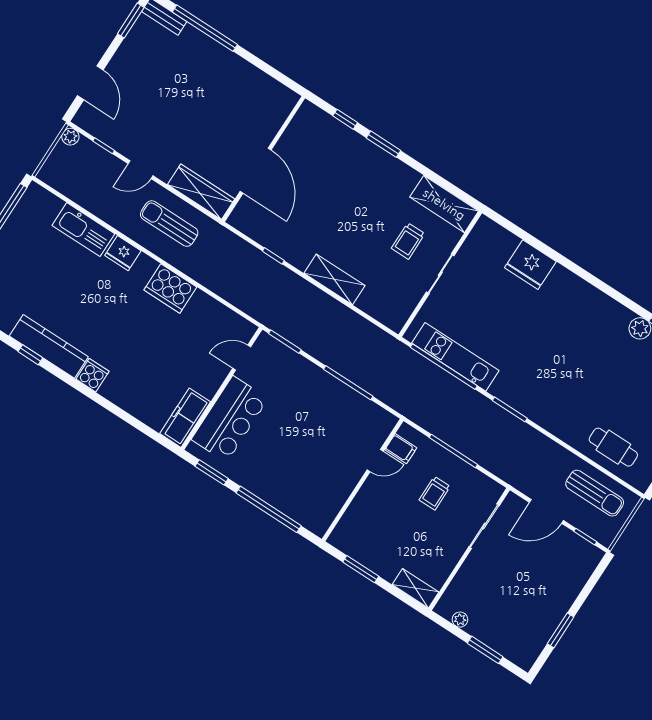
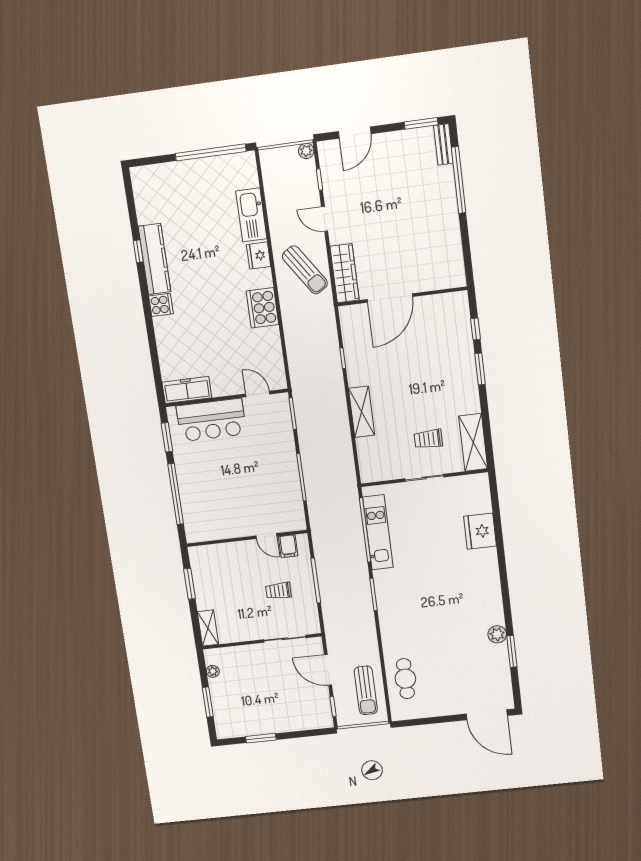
sun lounger: (169, 224) -> (305, 270), turned 146

